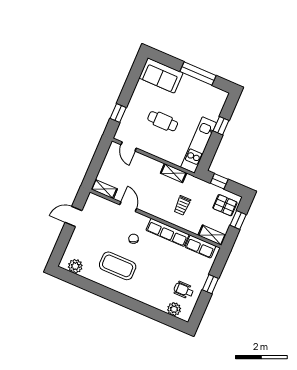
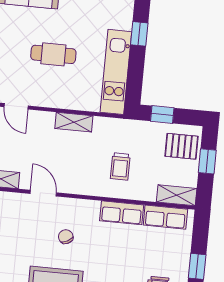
shelving: (174, 173) -> (74, 122), moved
row of seats: (167, 232) -> (122, 213), width x0.68

